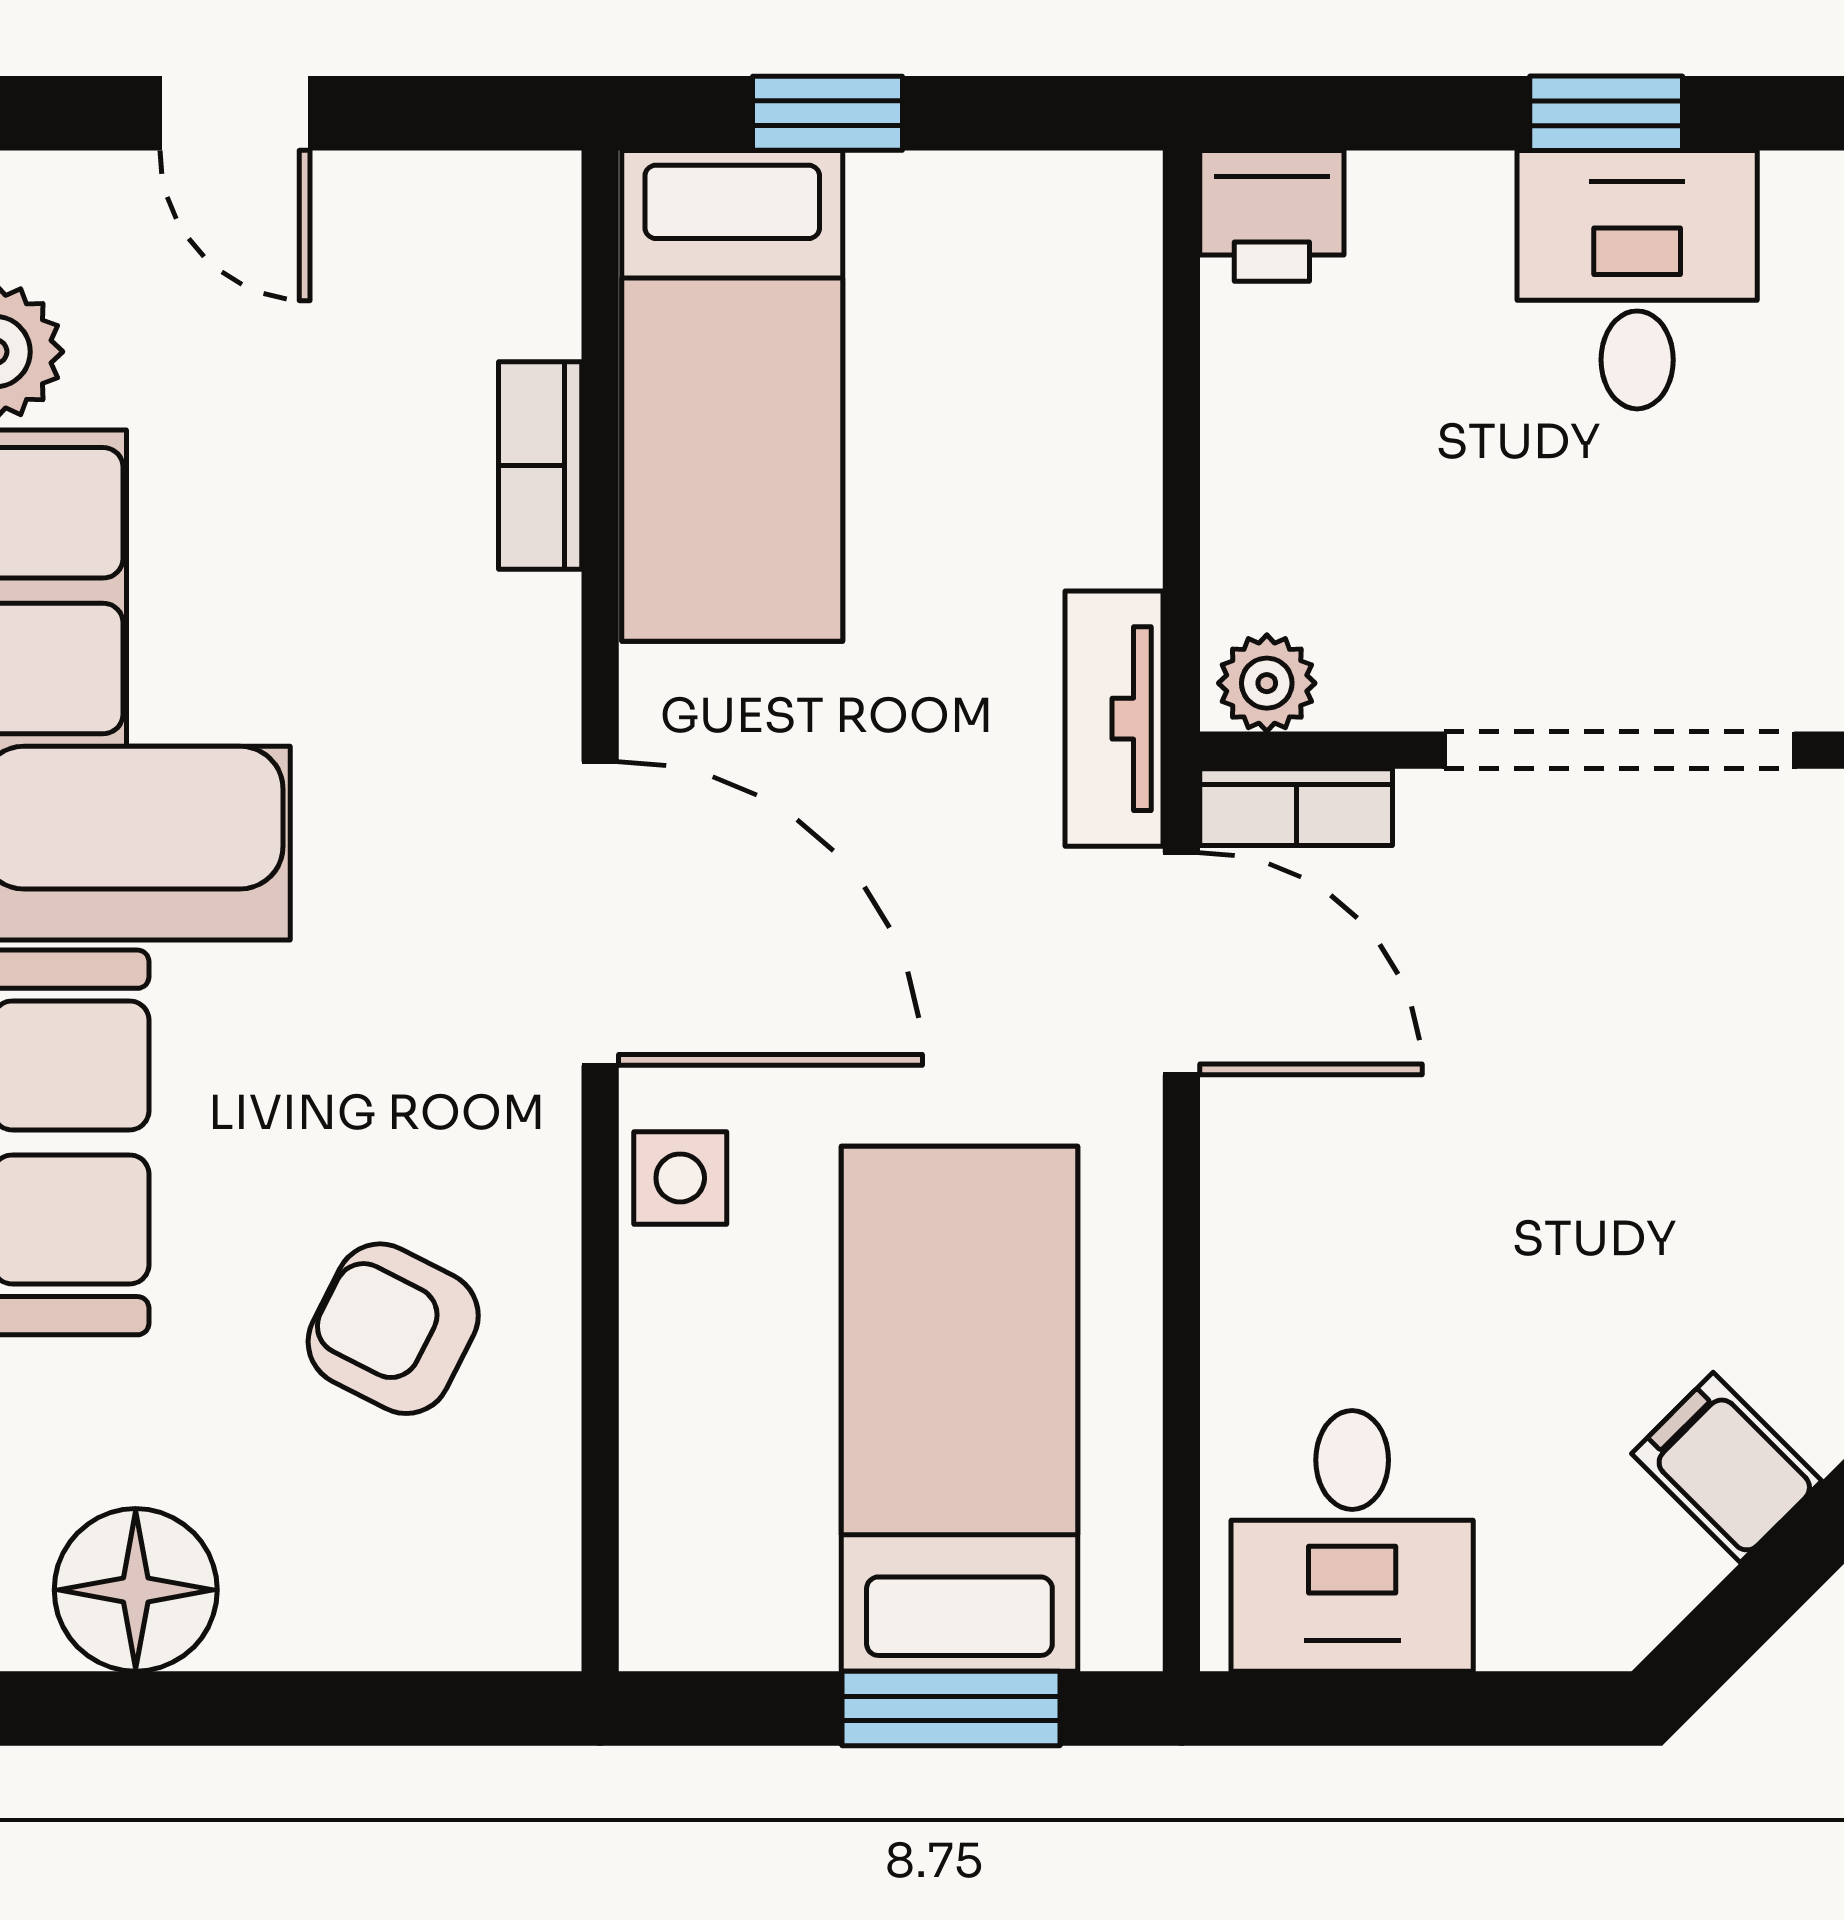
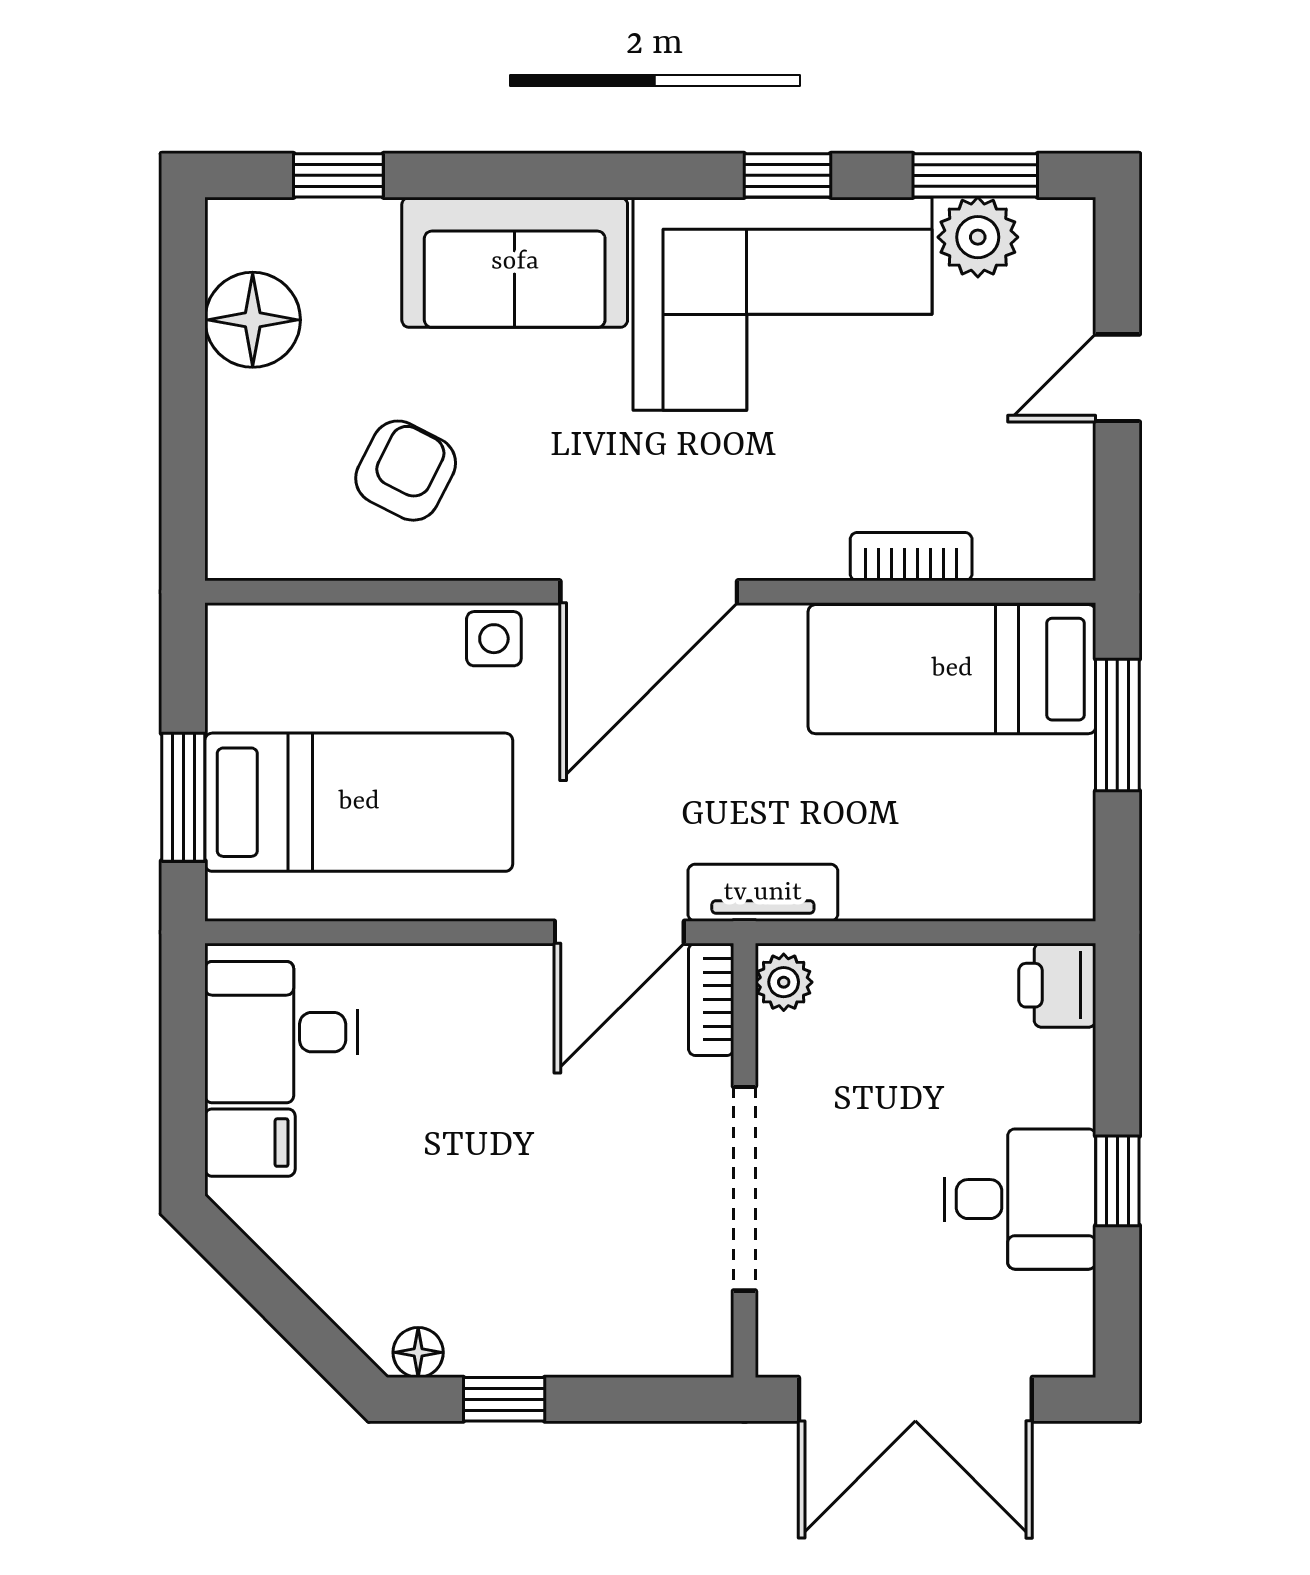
window: (827, 113) -> (1117, 725), width x1.50
filing cabinet: (1727, 1467) -> (250, 1143), moved, turned 45

